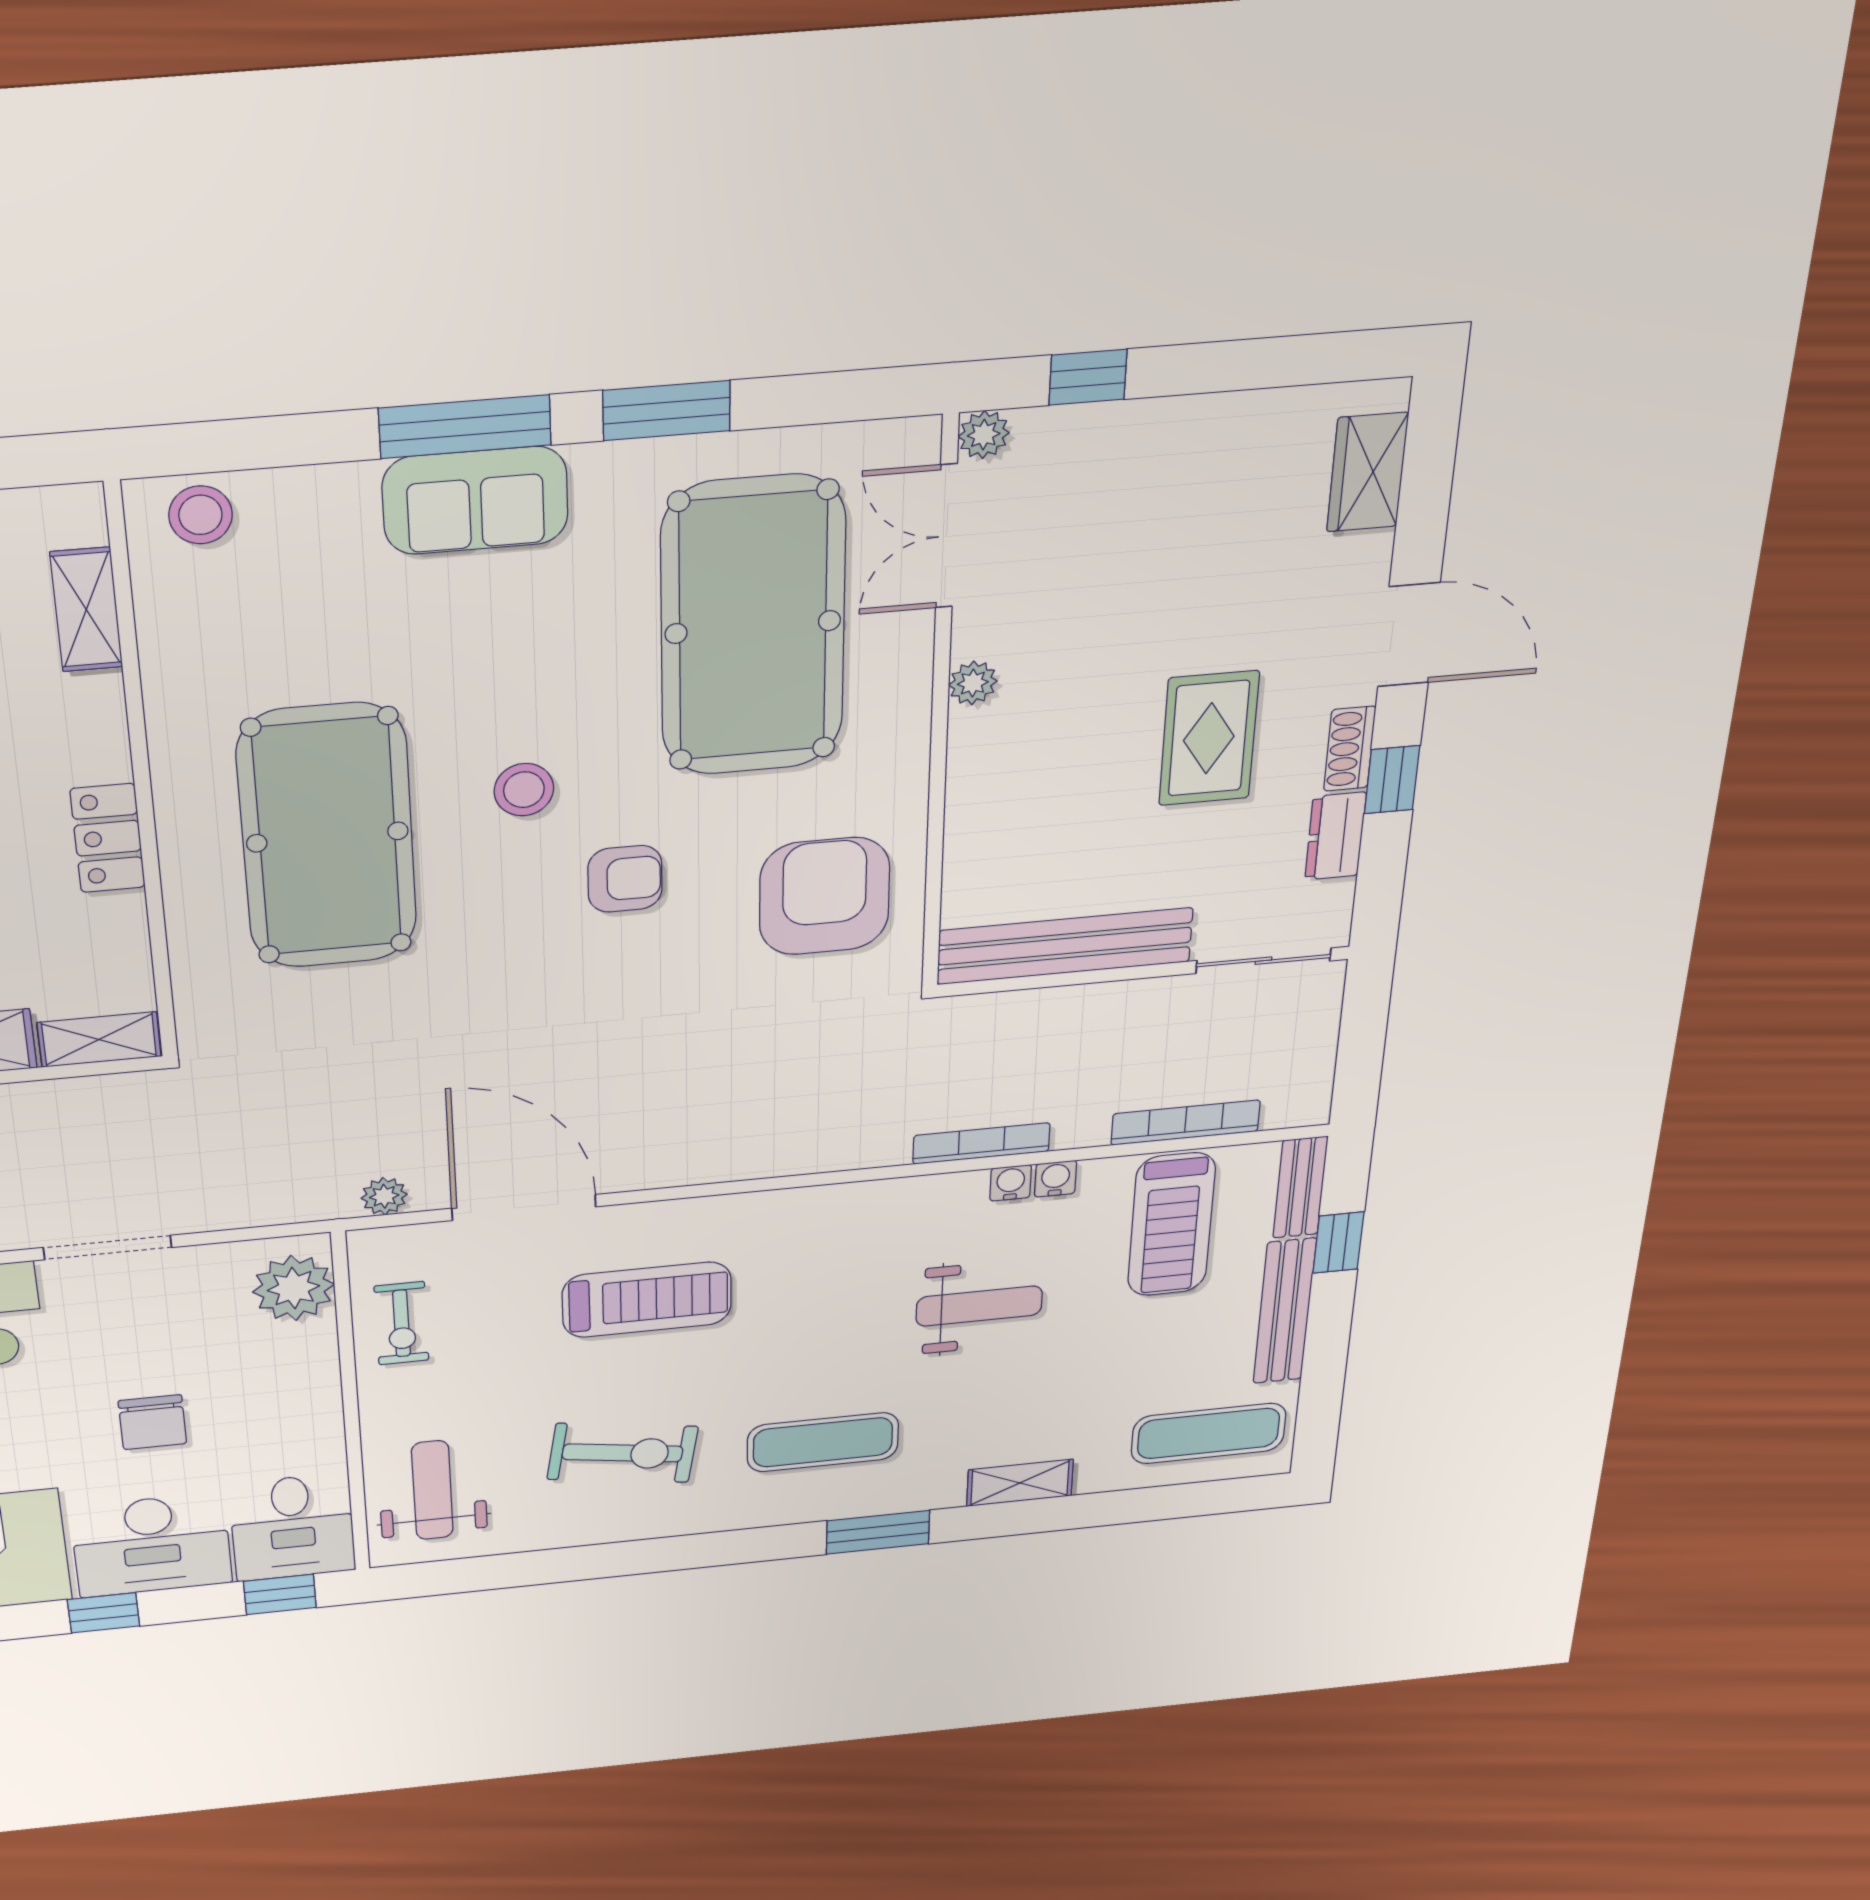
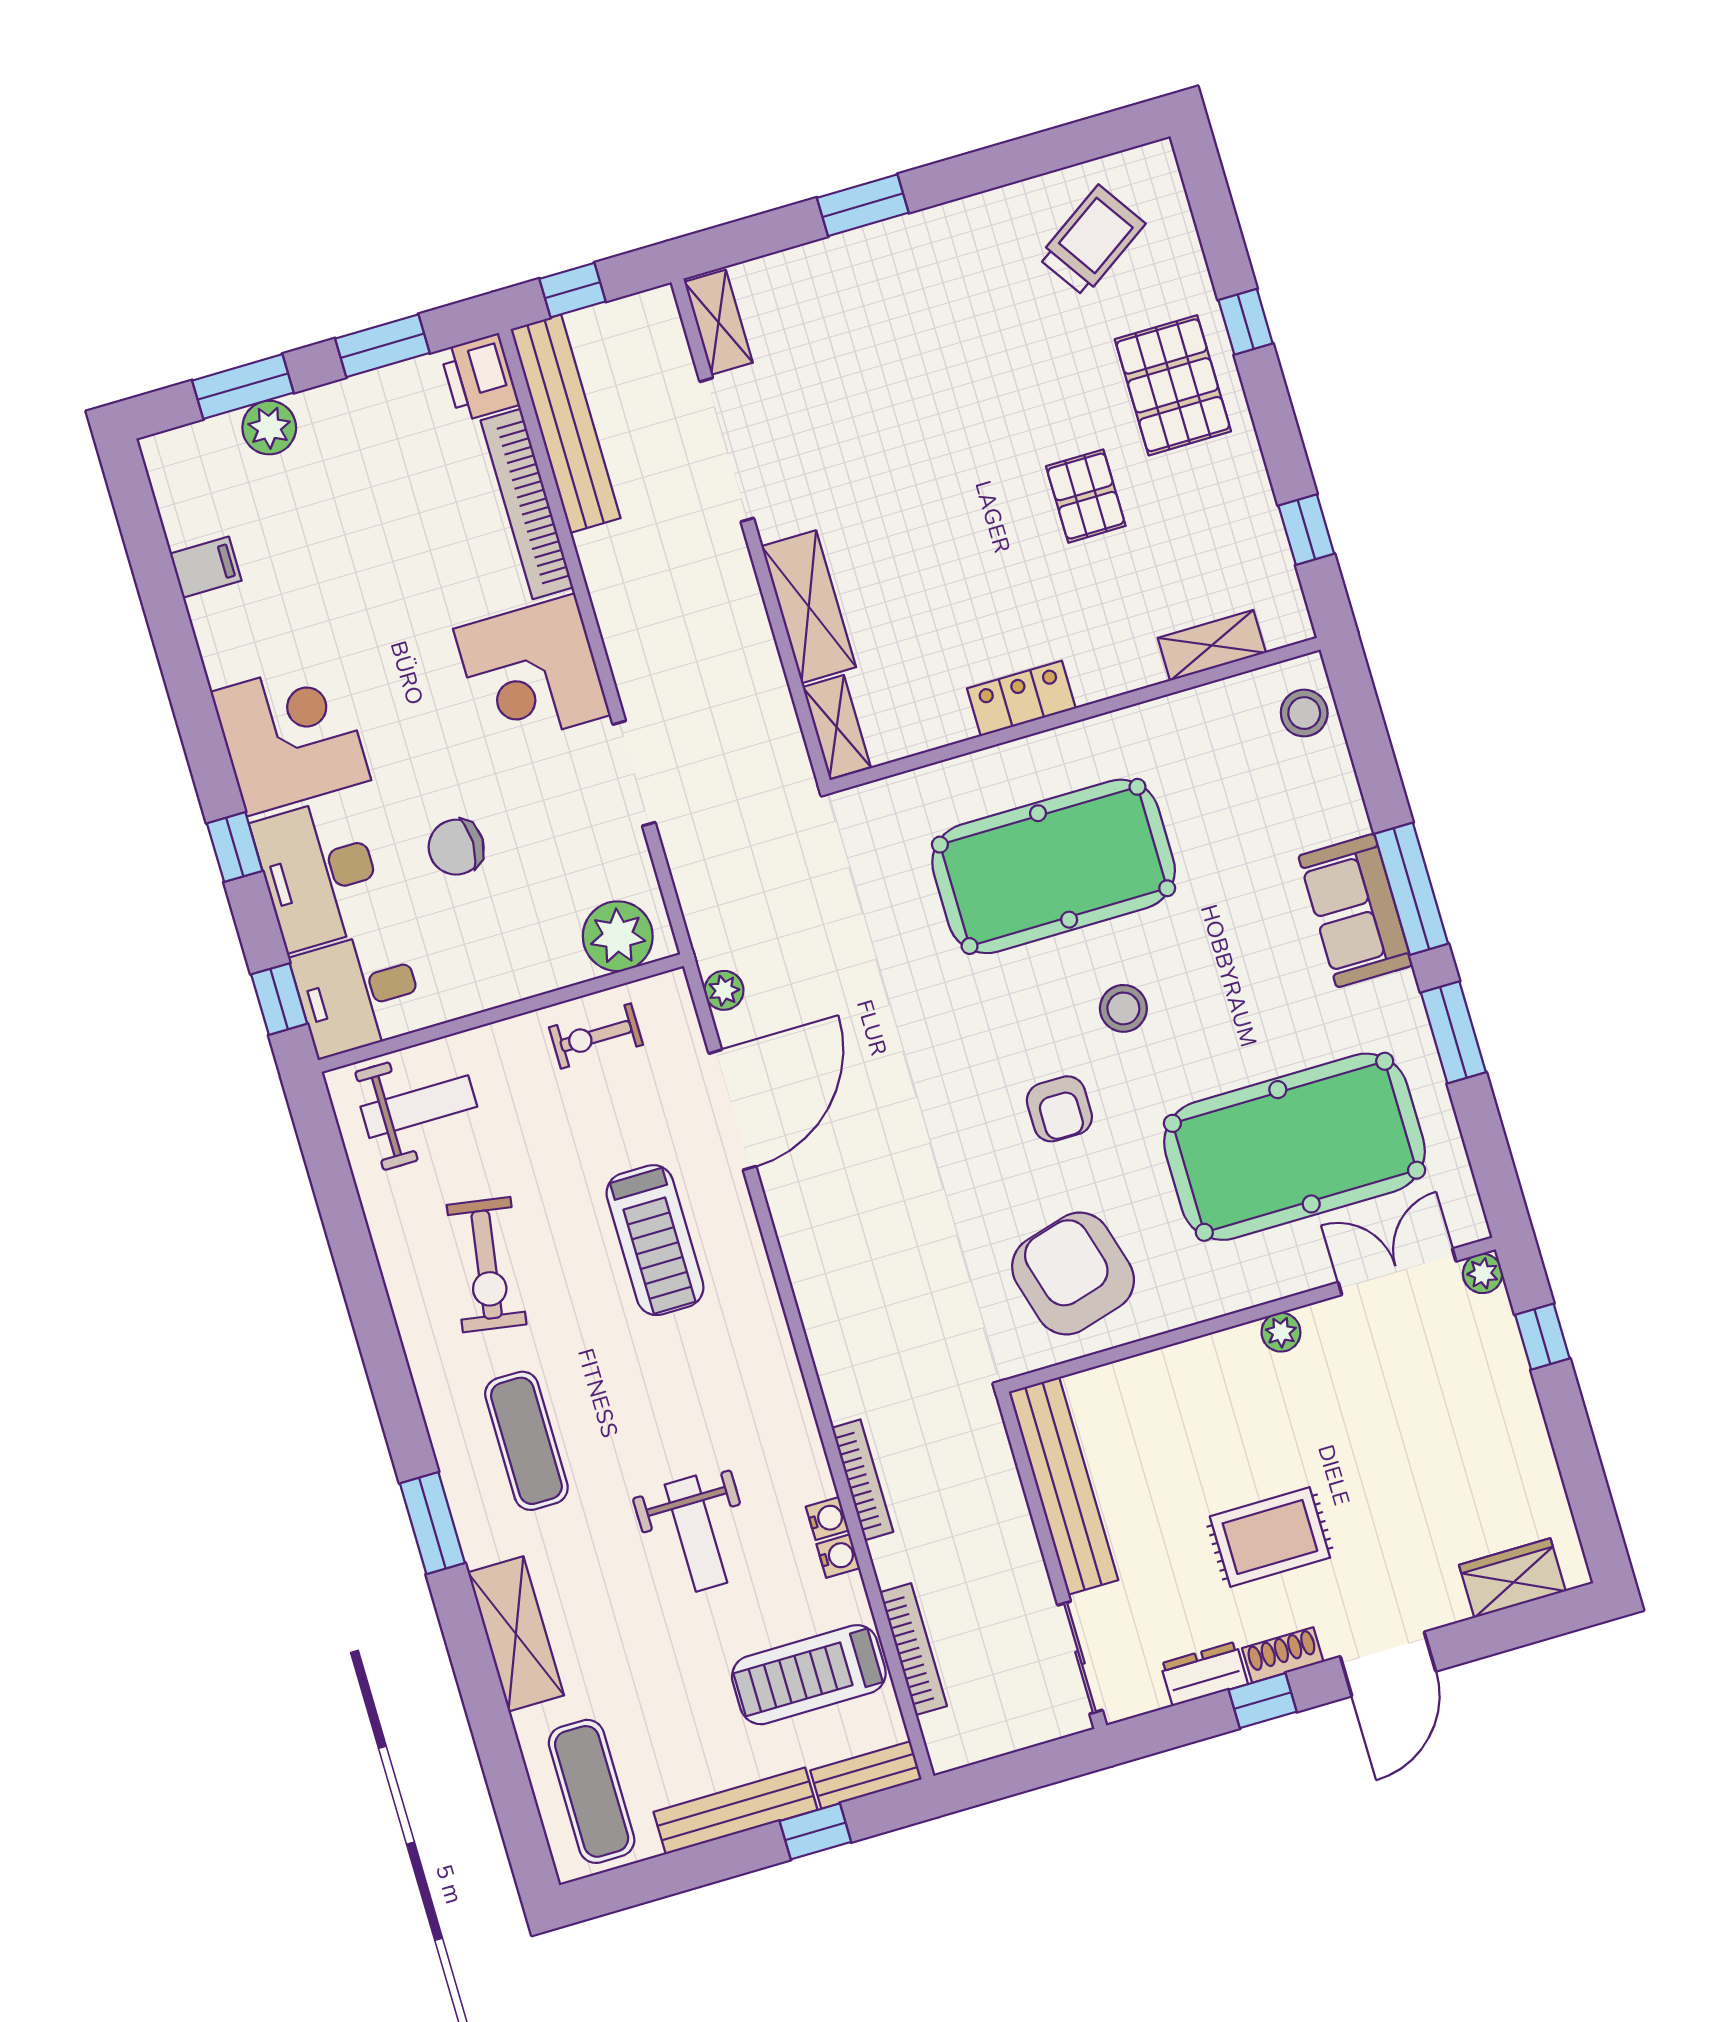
armchair: (824, 896) -> (1073, 1274), turned -106
shelving: (1020, 1483) -> (516, 1634), width x1.50, depth x1.33

